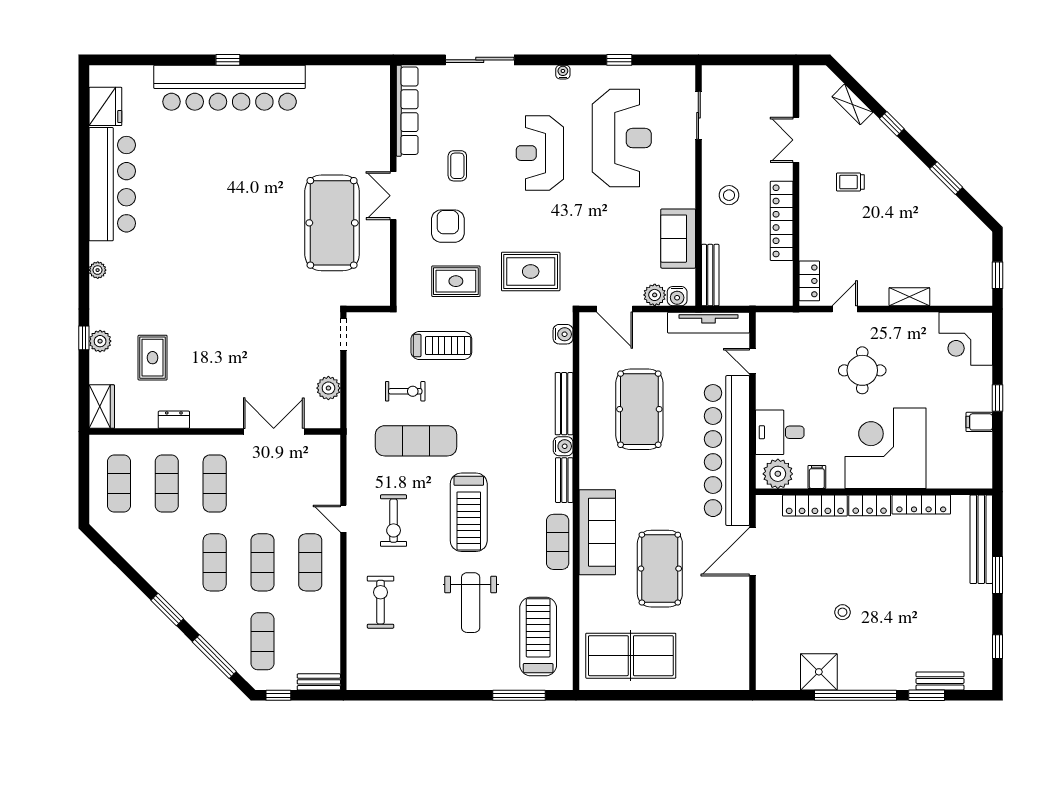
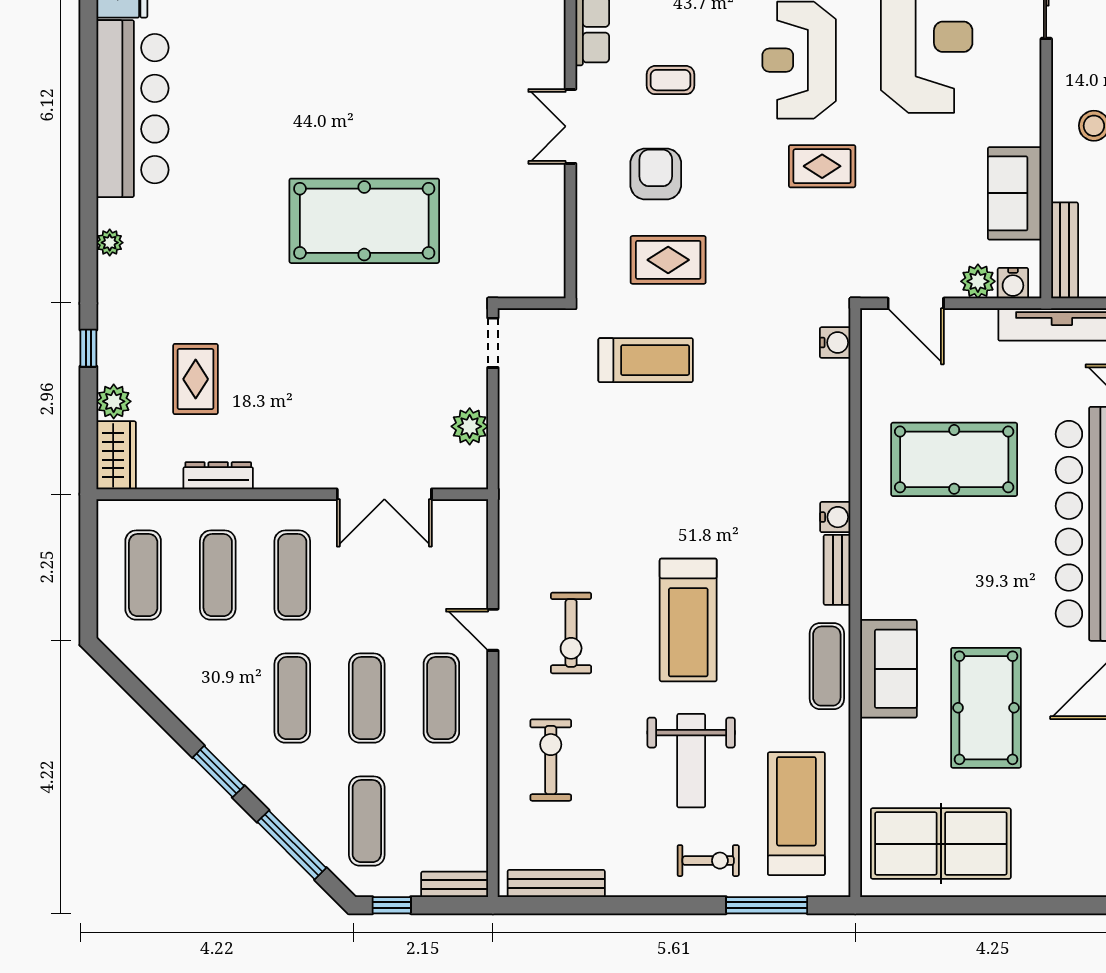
coffee table: (457, 166) -> (671, 80), turned 90
pool table: (332, 223) -> (364, 221), moved, turned 90
rug: (531, 272) -> (822, 166), moved, width x0.73, depth x0.70
plant: (100, 341) -> (114, 401), moved
exercise bike: (405, 391) -> (708, 861), moved
bench: (564, 404) -> (556, 883), moved, turned 90
pool table: (639, 409) -> (954, 459), turned 90
dresser: (174, 420) -> (218, 476), width x1.44
double door: (274, 432) -> (384, 494), swing flipped
exercise mat: (416, 441) -> (606, 509), removed
sofa: (597, 532) -> (888, 669), width x0.73

